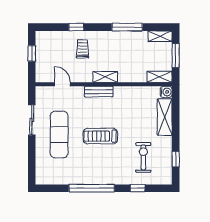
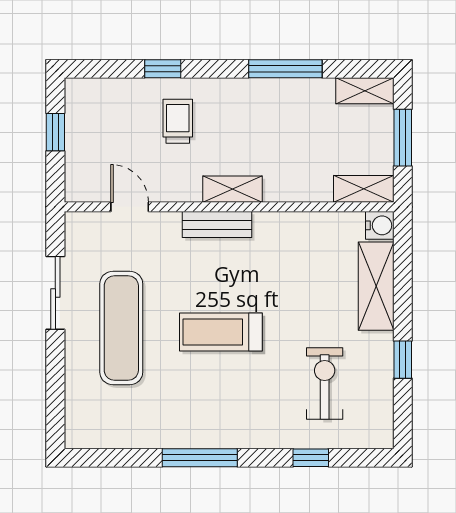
window: (176, 159) -> (403, 360), moved
window: (92, 188) -> (200, 458), width x0.68

